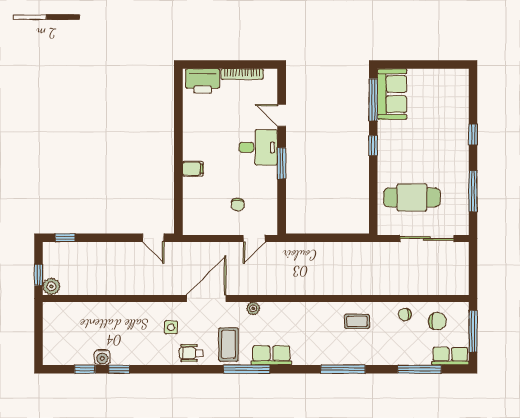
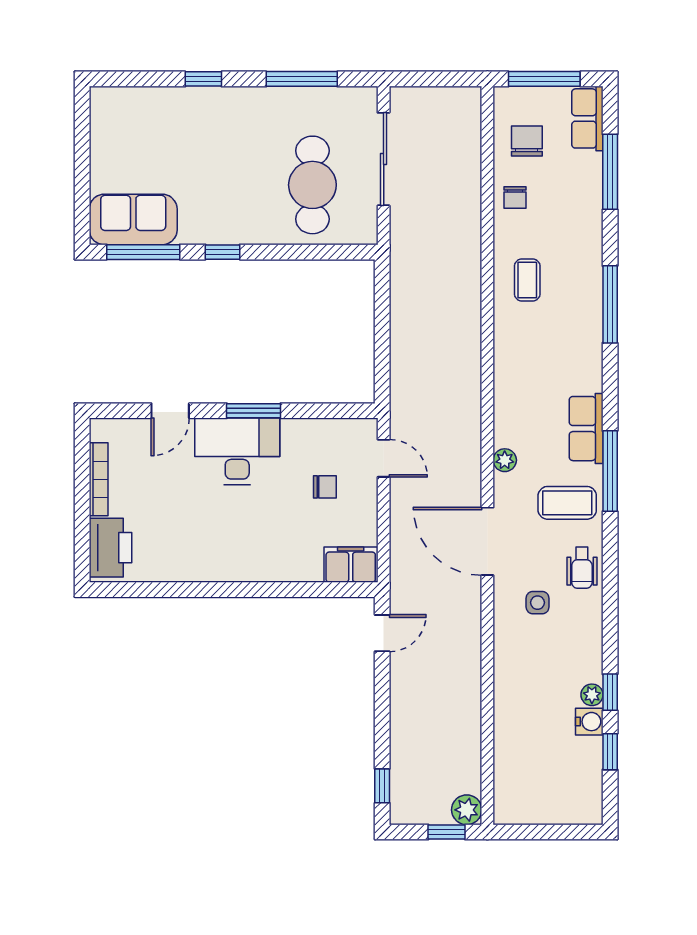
desk: (258, 147) -> (237, 451), width x1.37
filing cabinet: (193, 169) -> (351, 565), moved, width x2.00
plant: (118, 359) -> (592, 695), added

